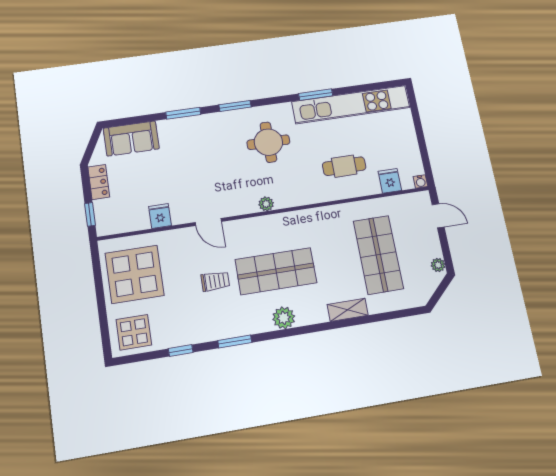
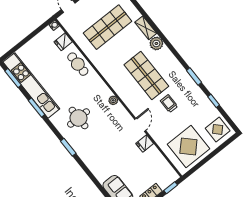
window: (183, 113) -> (13, 78), moved
cafe table: (344, 166) -> (78, 64), moved
fridge: (160, 216) -> (145, 143), moved
plant: (284, 318) -> (156, 43), moved

